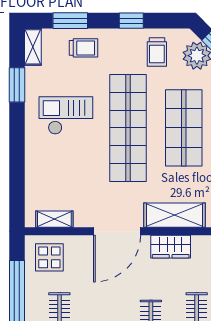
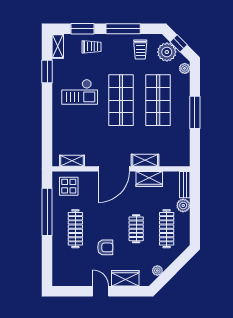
window: (131, 21) -> (123, 29), width x2.17
checkout: (66, 116) -> (80, 92), turned 180
shop shelf: (128, 128) -> (121, 100), width x0.71
shelving: (174, 215) -> (145, 160), width x0.67, depth x0.75

